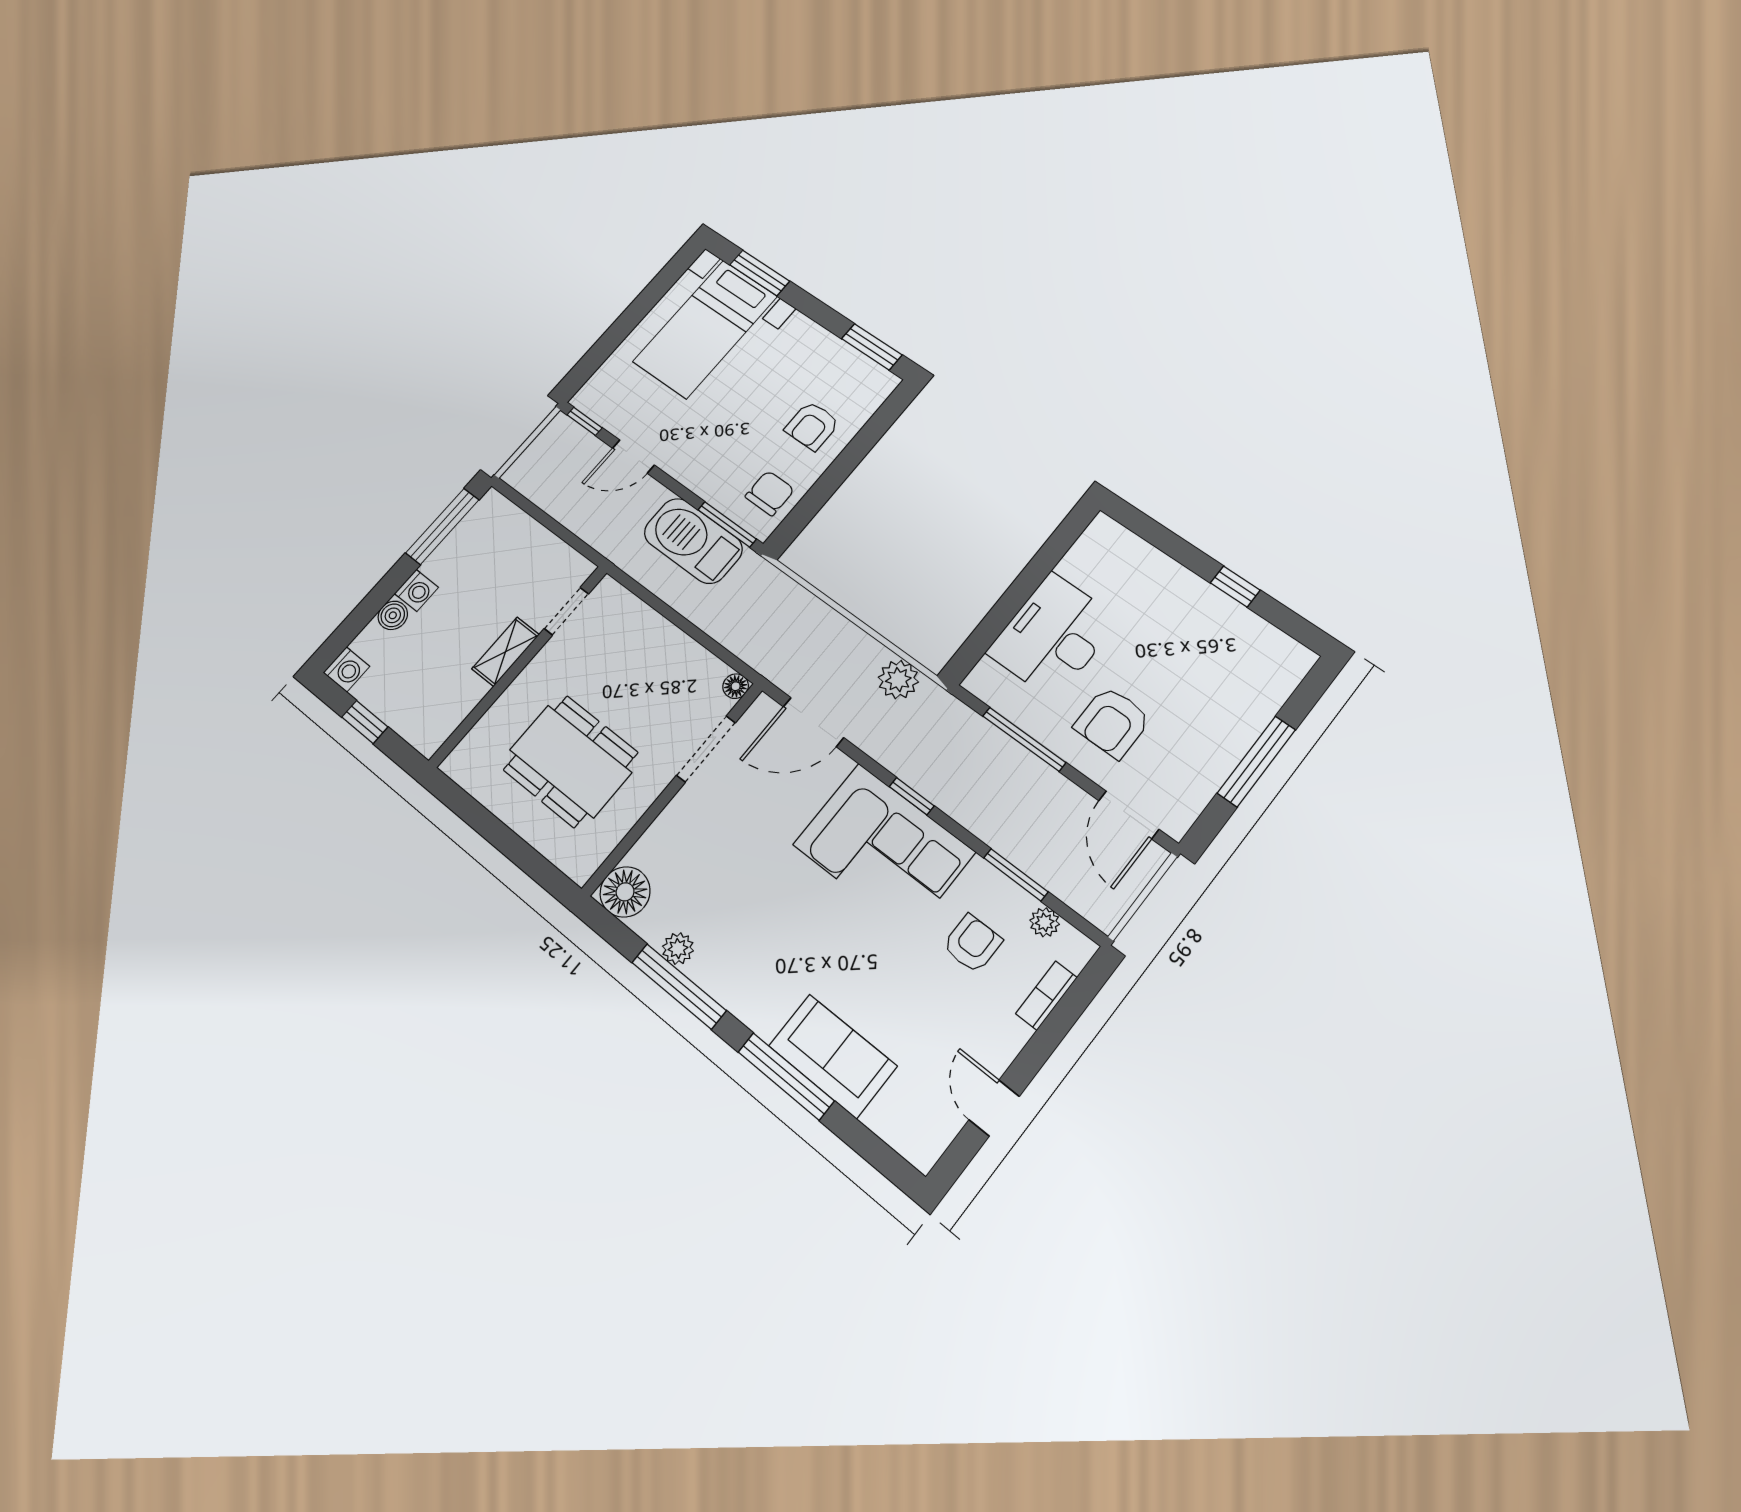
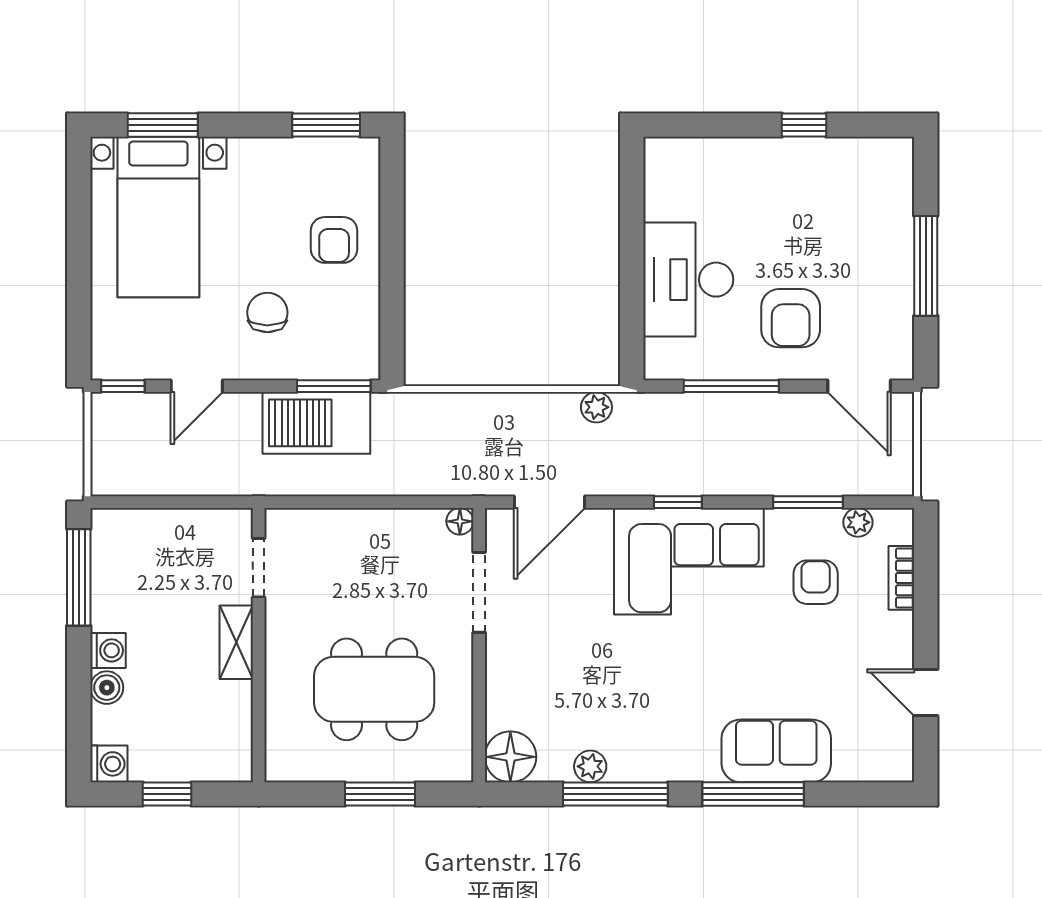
chair: (770, 493) -> (267, 313), moved
plant: (898, 680) -> (596, 407), width x0.73, depth x0.73
window: (508, 842) -> (380, 794), added

